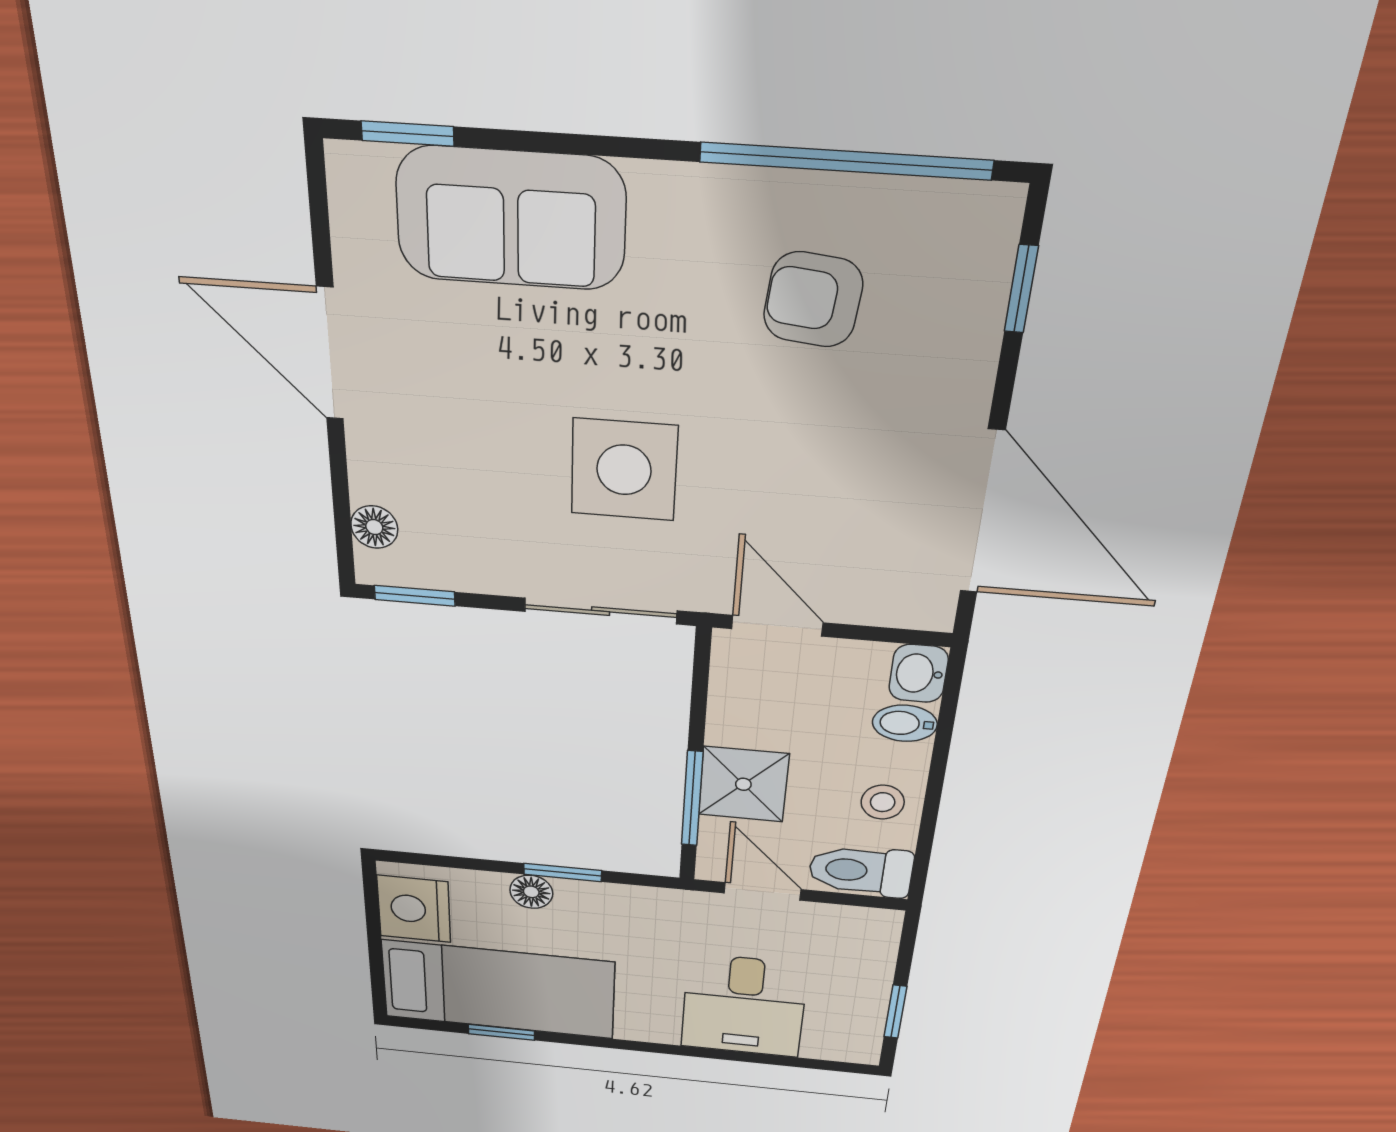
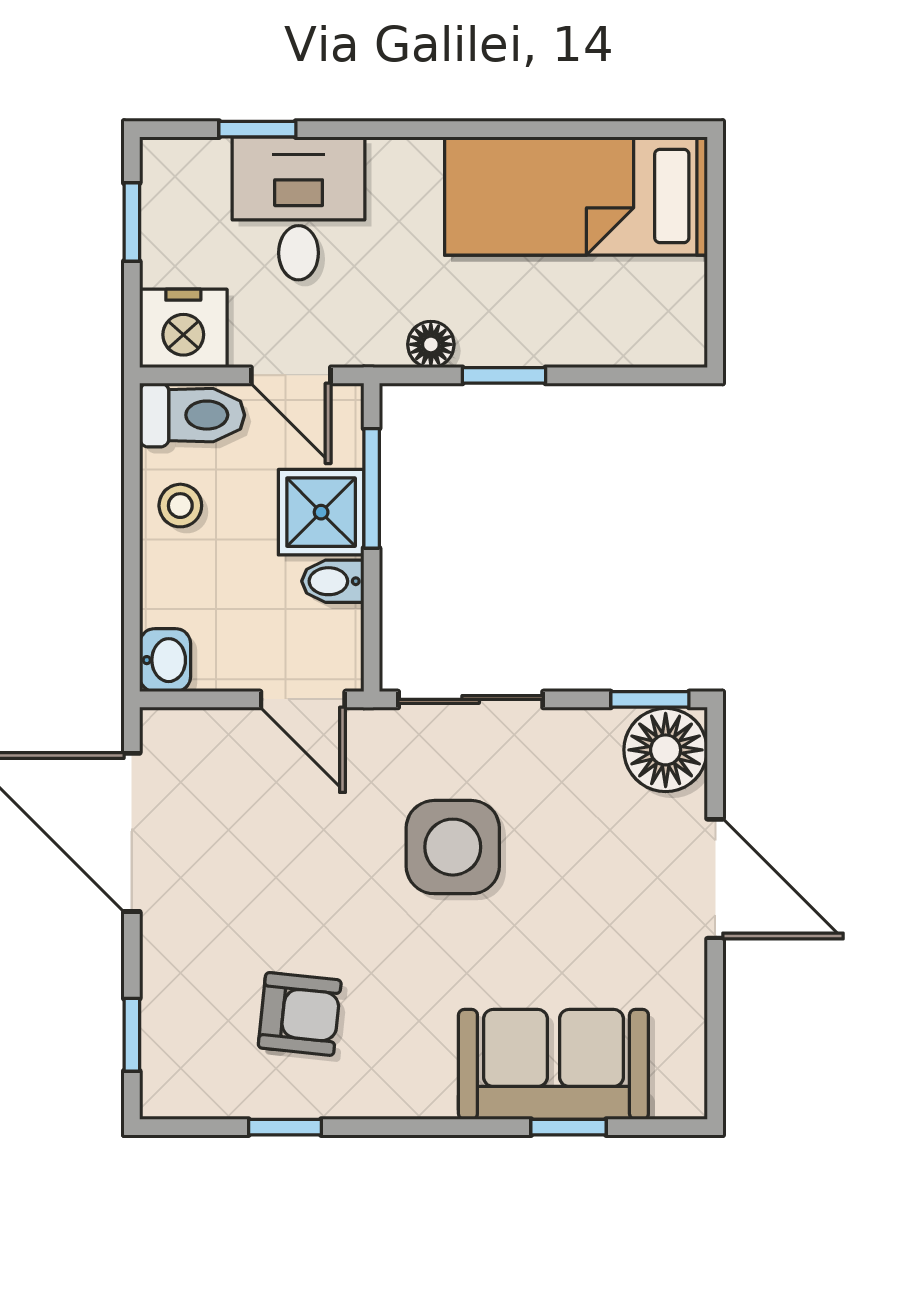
window: (408, 134) -> (569, 1127), moved
window: (846, 161) -> (285, 1127), width x0.32
door: (330, 354) -> (715, 879), moved
floor lamp: (374, 527) -> (666, 750), width x1.89, depth x1.89
bidet: (905, 723) -> (333, 581), moved, turned 180
floor lamp: (531, 892) -> (431, 344), moved
nightstand: (414, 909) -> (183, 328), moved, turned 90
window: (501, 1032) -> (257, 129), moved

